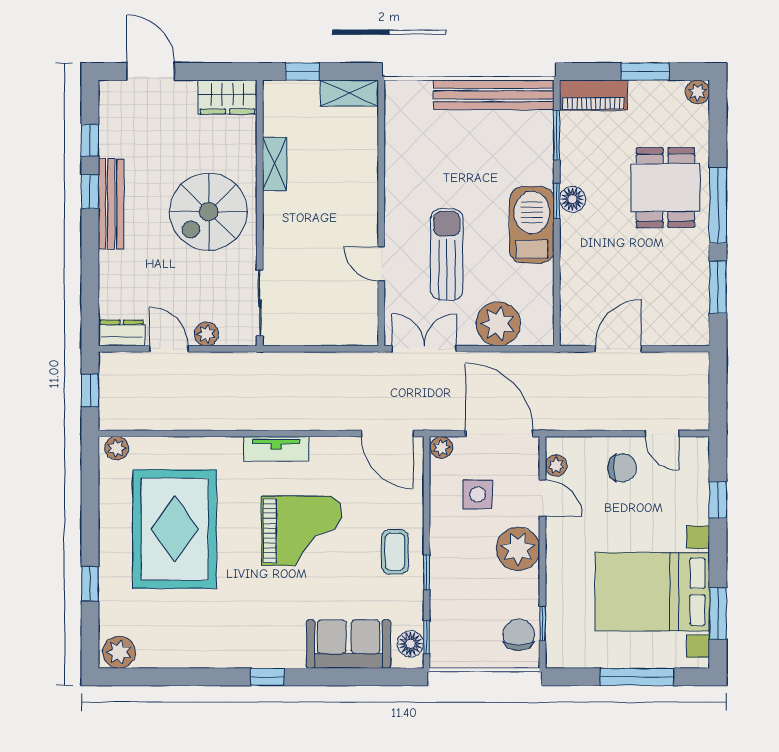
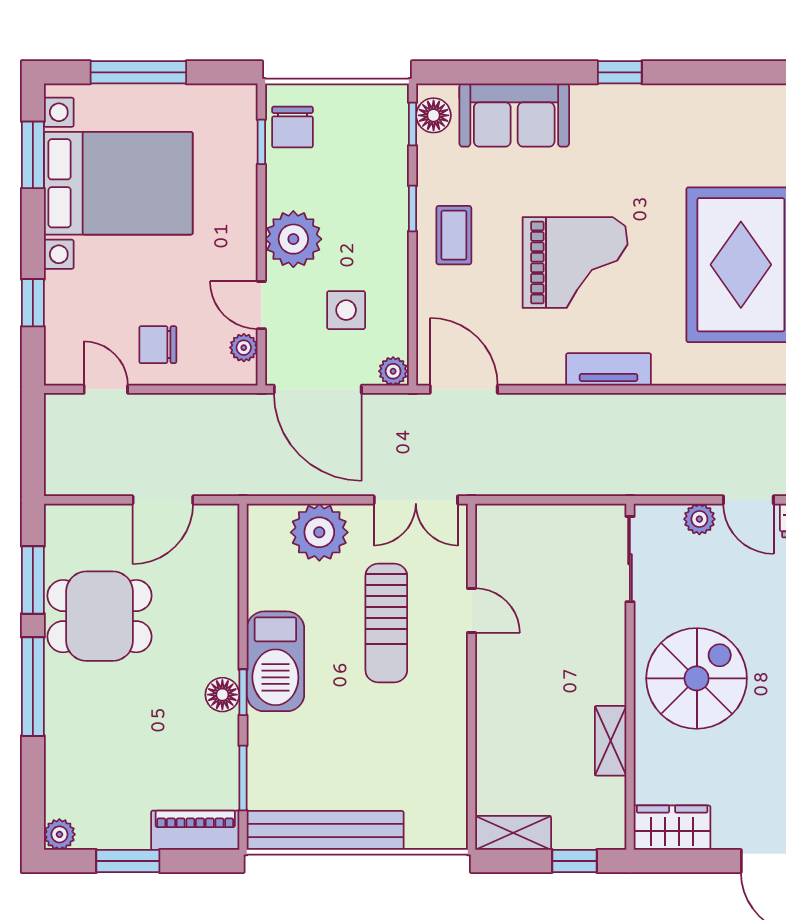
dining table: (665, 188) -> (100, 616), moved, turned 90
grand piano: (302, 531) -> (575, 262), turned 180

